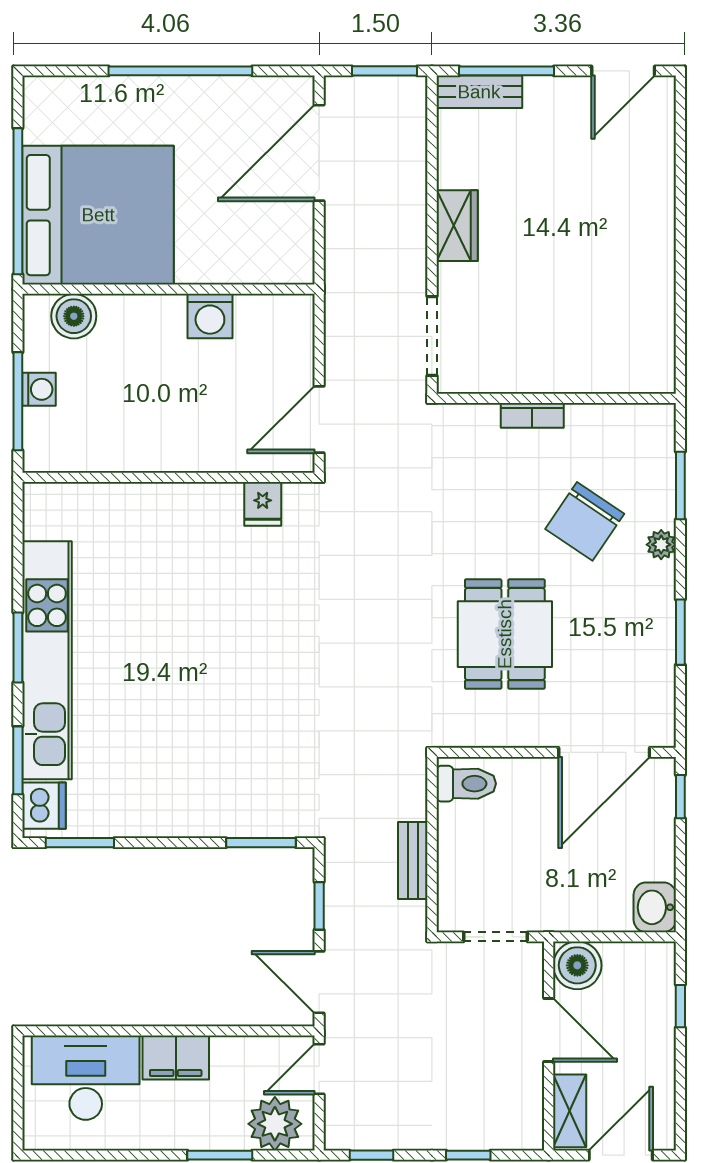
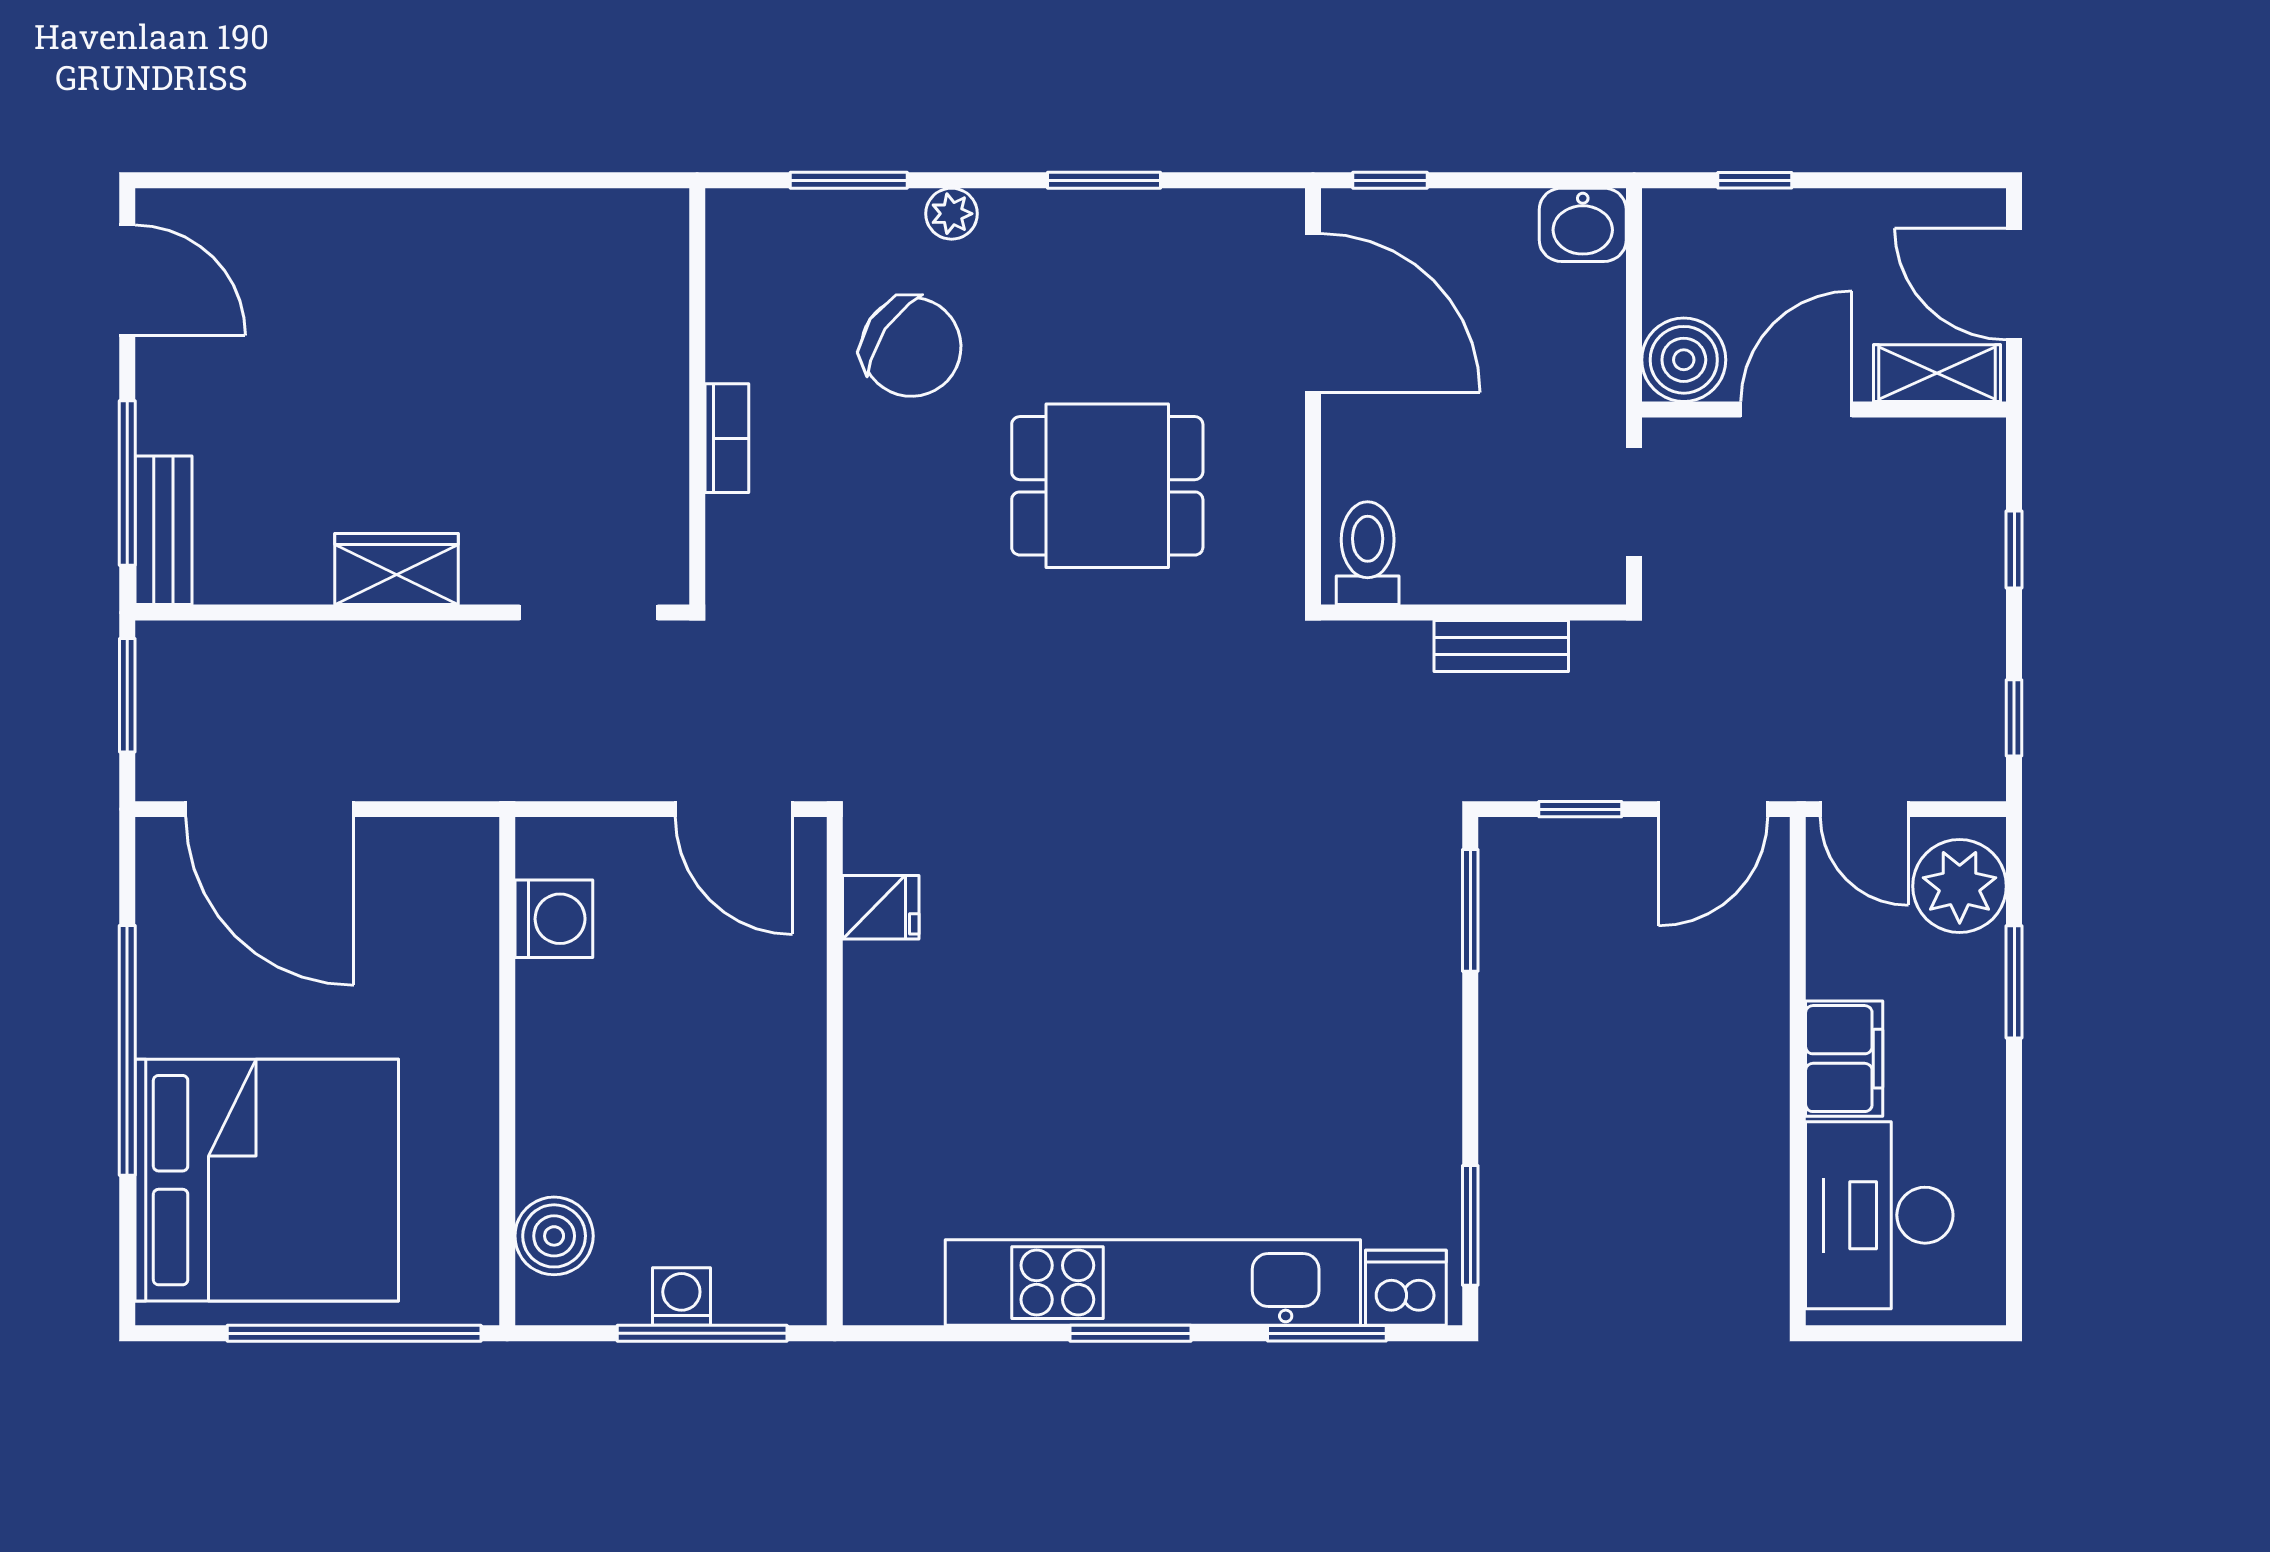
bed: (98, 215) -> (267, 1180), moved, turned 90
washing machine: (210, 316) -> (554, 919), moved

